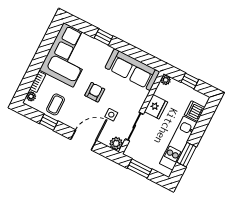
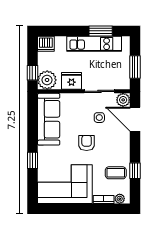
plant: (166, 80) -> (47, 80), width x1.88, depth x1.88
window: (190, 81) -> (32, 73), moved
armchair: (95, 92) -> (87, 143), turned 90
dishwasher: (195, 111) -> (46, 44), moved
door: (84, 140) -> (135, 119), moved

